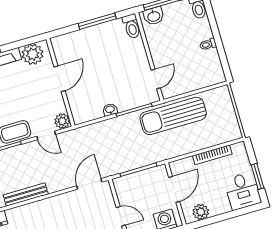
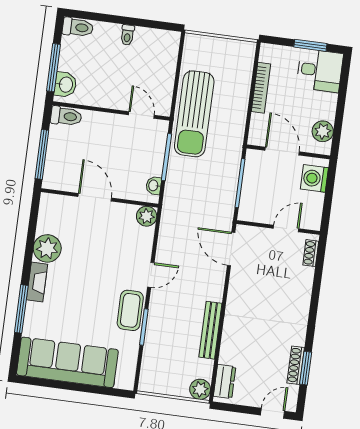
door: (59, 79) -> (95, 197), moved
wall: (61, 82) -> (100, 198), moved
plant: (62, 121) -> (147, 216), moved

